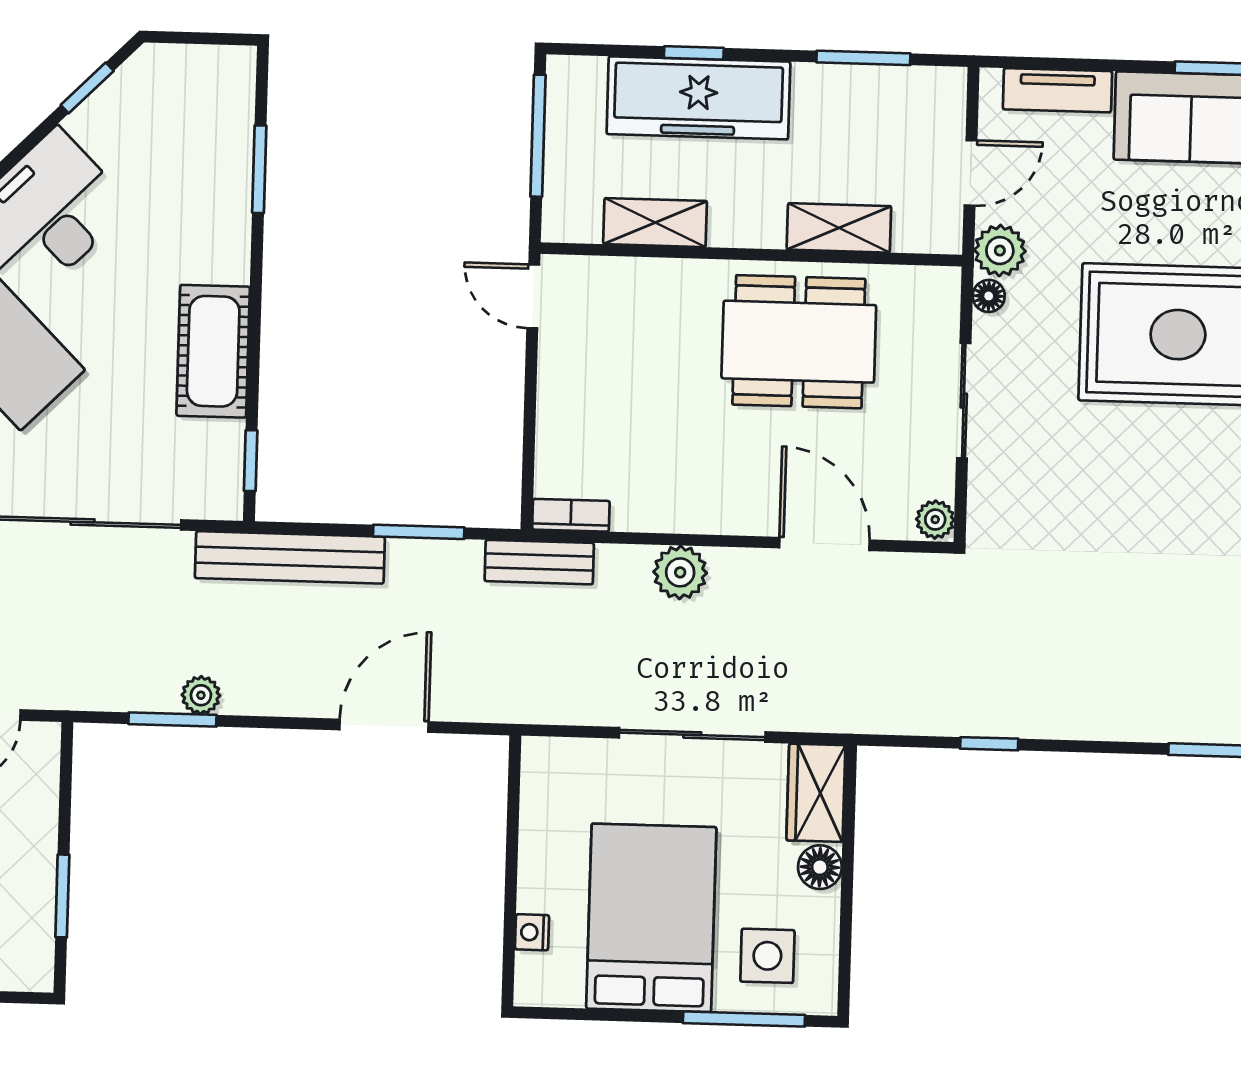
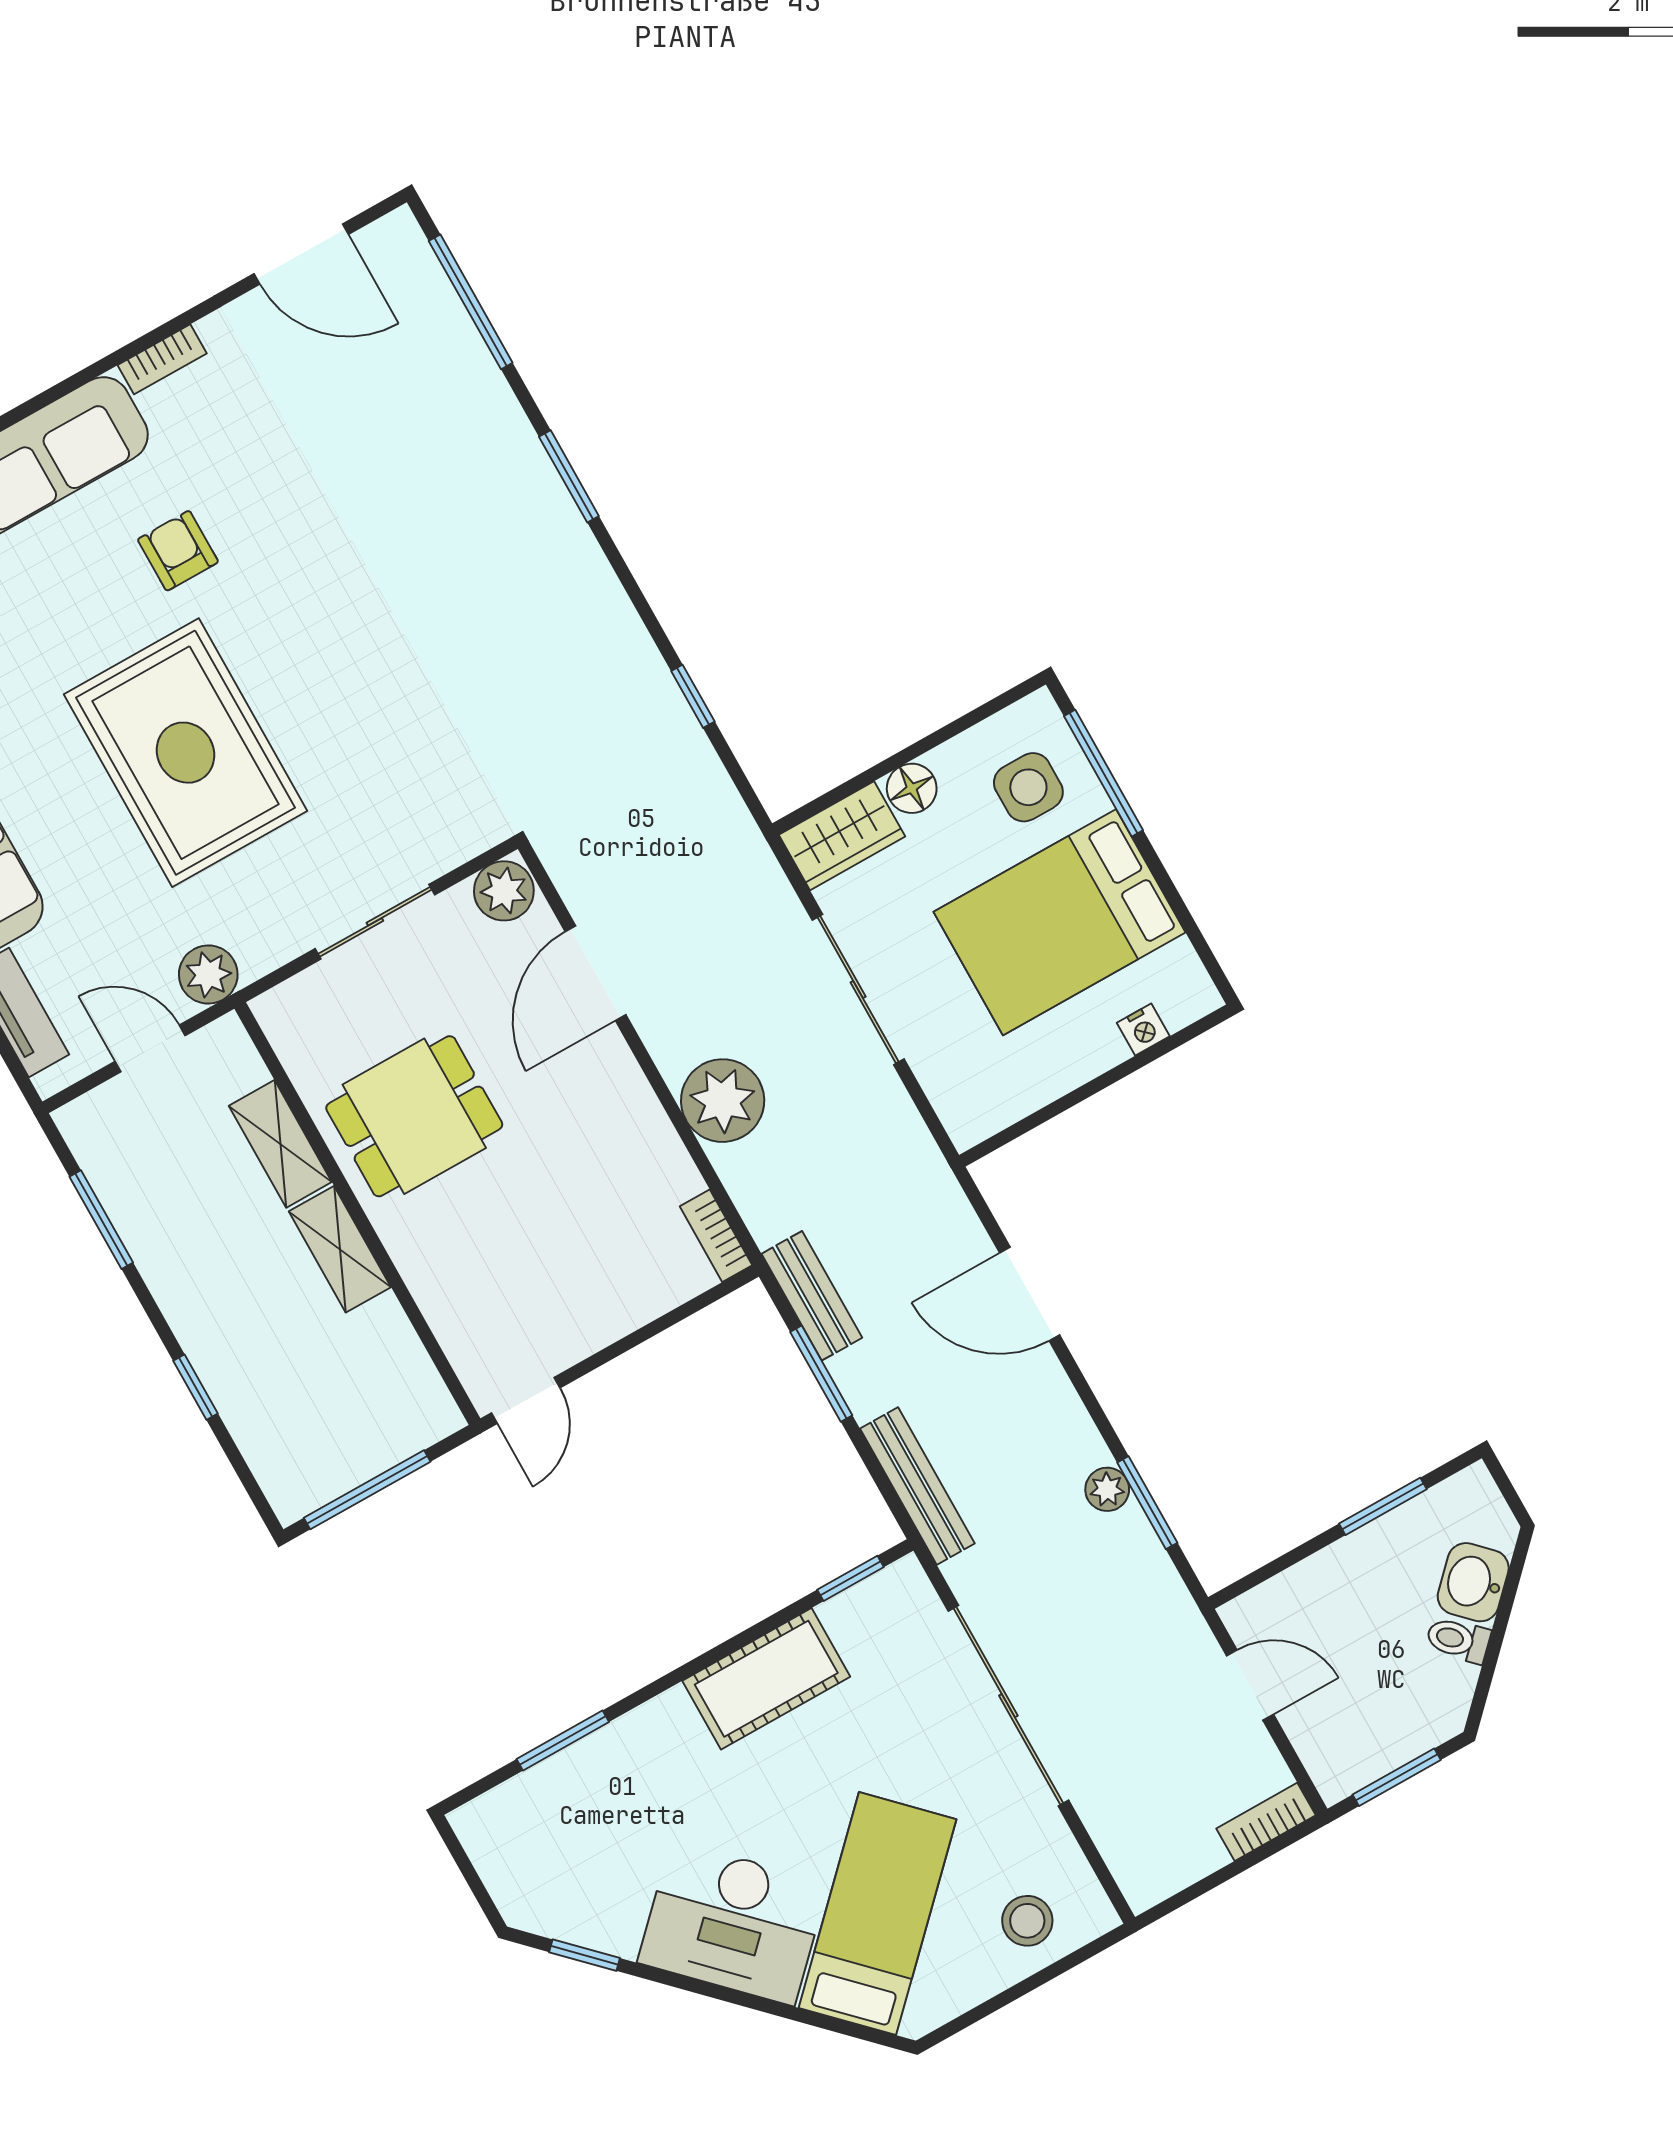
freezer: (698, 98) -> (237, 1356), removed
shelving: (655, 223) -> (340, 1249), moved
floor lamp: (989, 296) -> (259, 959), removed
dining table: (799, 342) -> (414, 1116), width x0.73
plant: (935, 520) -> (504, 891), width x1.38, depth x1.38
bench: (290, 557) -> (917, 1486), width x0.73, depth x0.82
bench: (539, 562) -> (812, 1296), moved
plant: (680, 572) -> (723, 1101), width x1.36, depth x1.36

